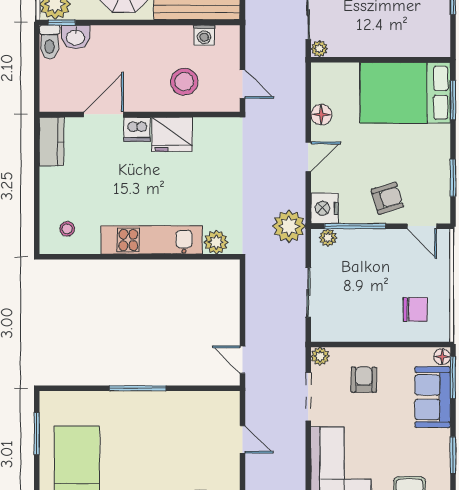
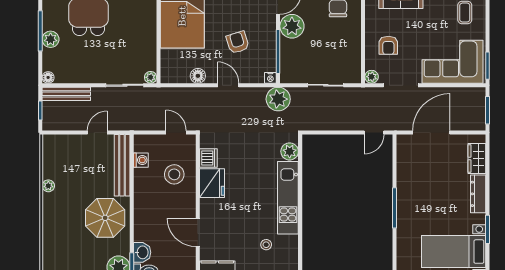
door: (243, 84) -> (176, 132), hinge flipped
dishwasher: (137, 129) -> (208, 158), moved
armchair: (387, 198) -> (238, 42), moved
nightstand: (325, 208) -> (270, 78), width x0.53, depth x0.56
stool: (67, 229) -> (266, 245), moved
plant: (328, 238) -> (292, 26), moved, width x1.88, depth x1.88
armchair: (364, 380) -> (388, 45), turned -90
door: (243, 439) -> (431, 132), width x1.88

